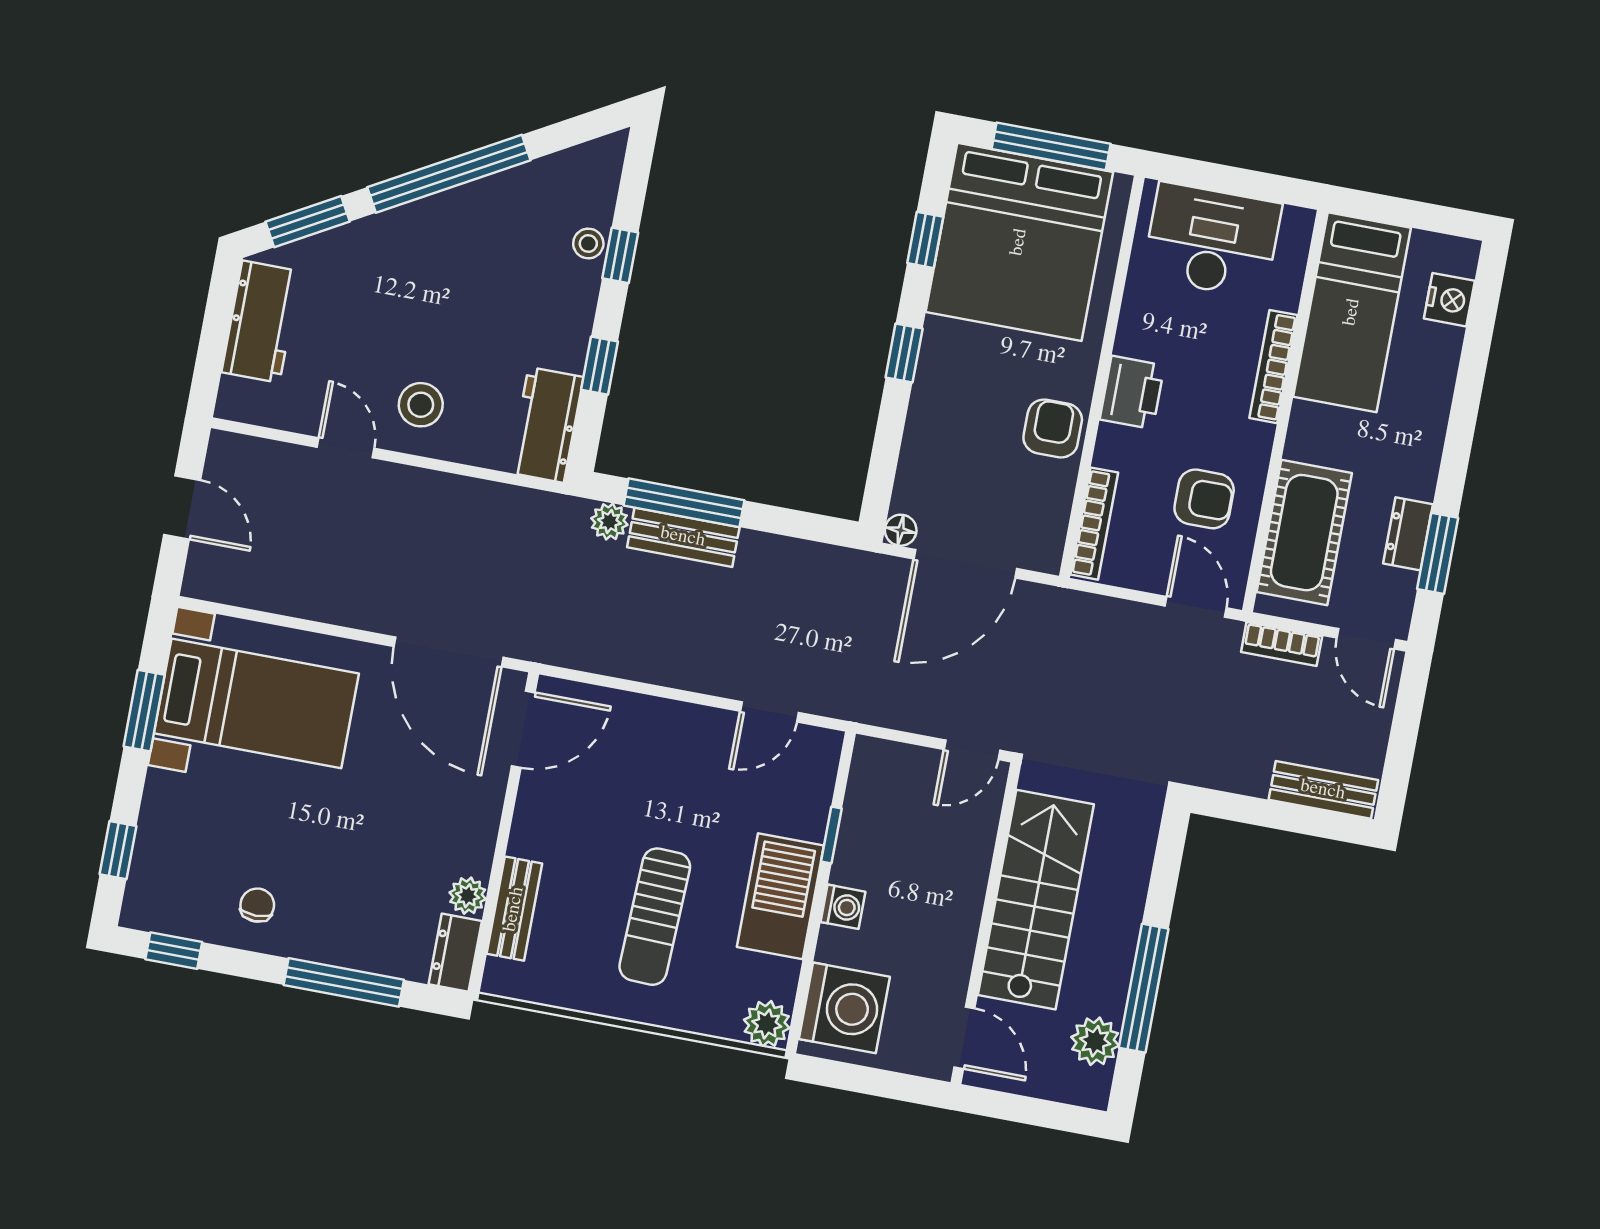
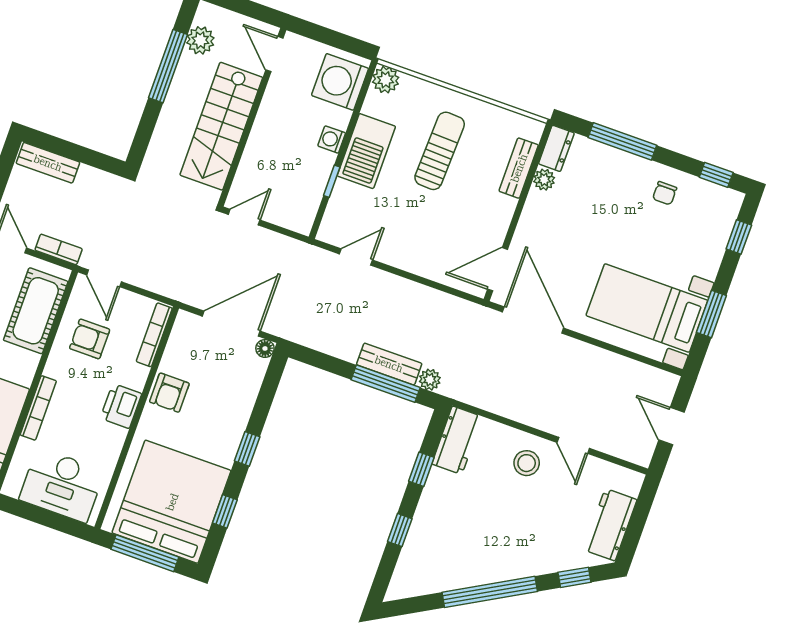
window: (308, 222) -> (574, 577), width x0.67
stool: (588, 244) -> (417, 540), removed

